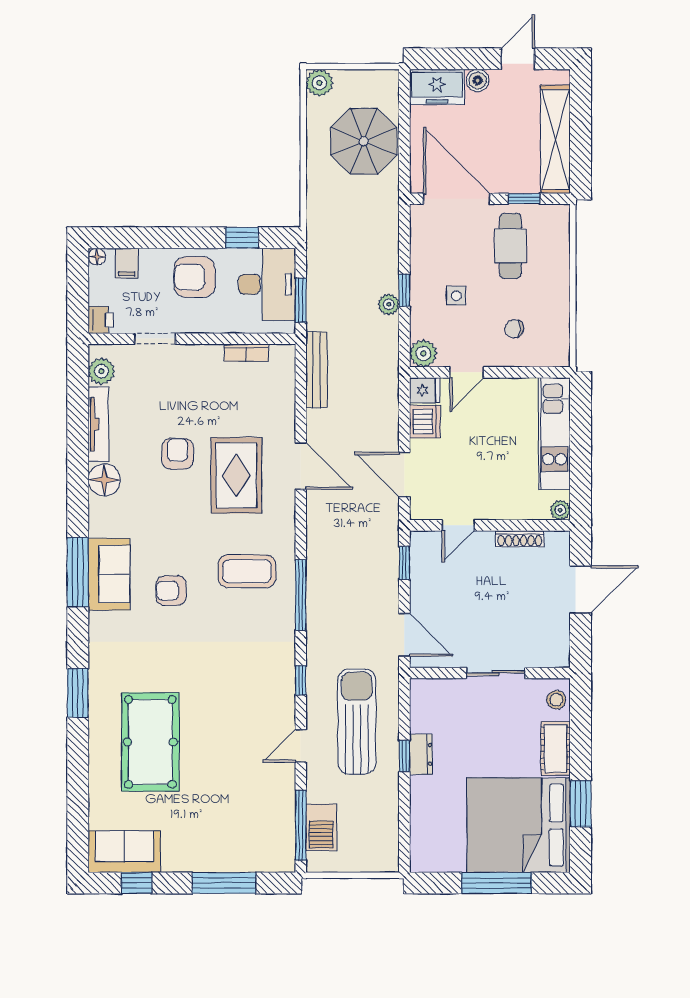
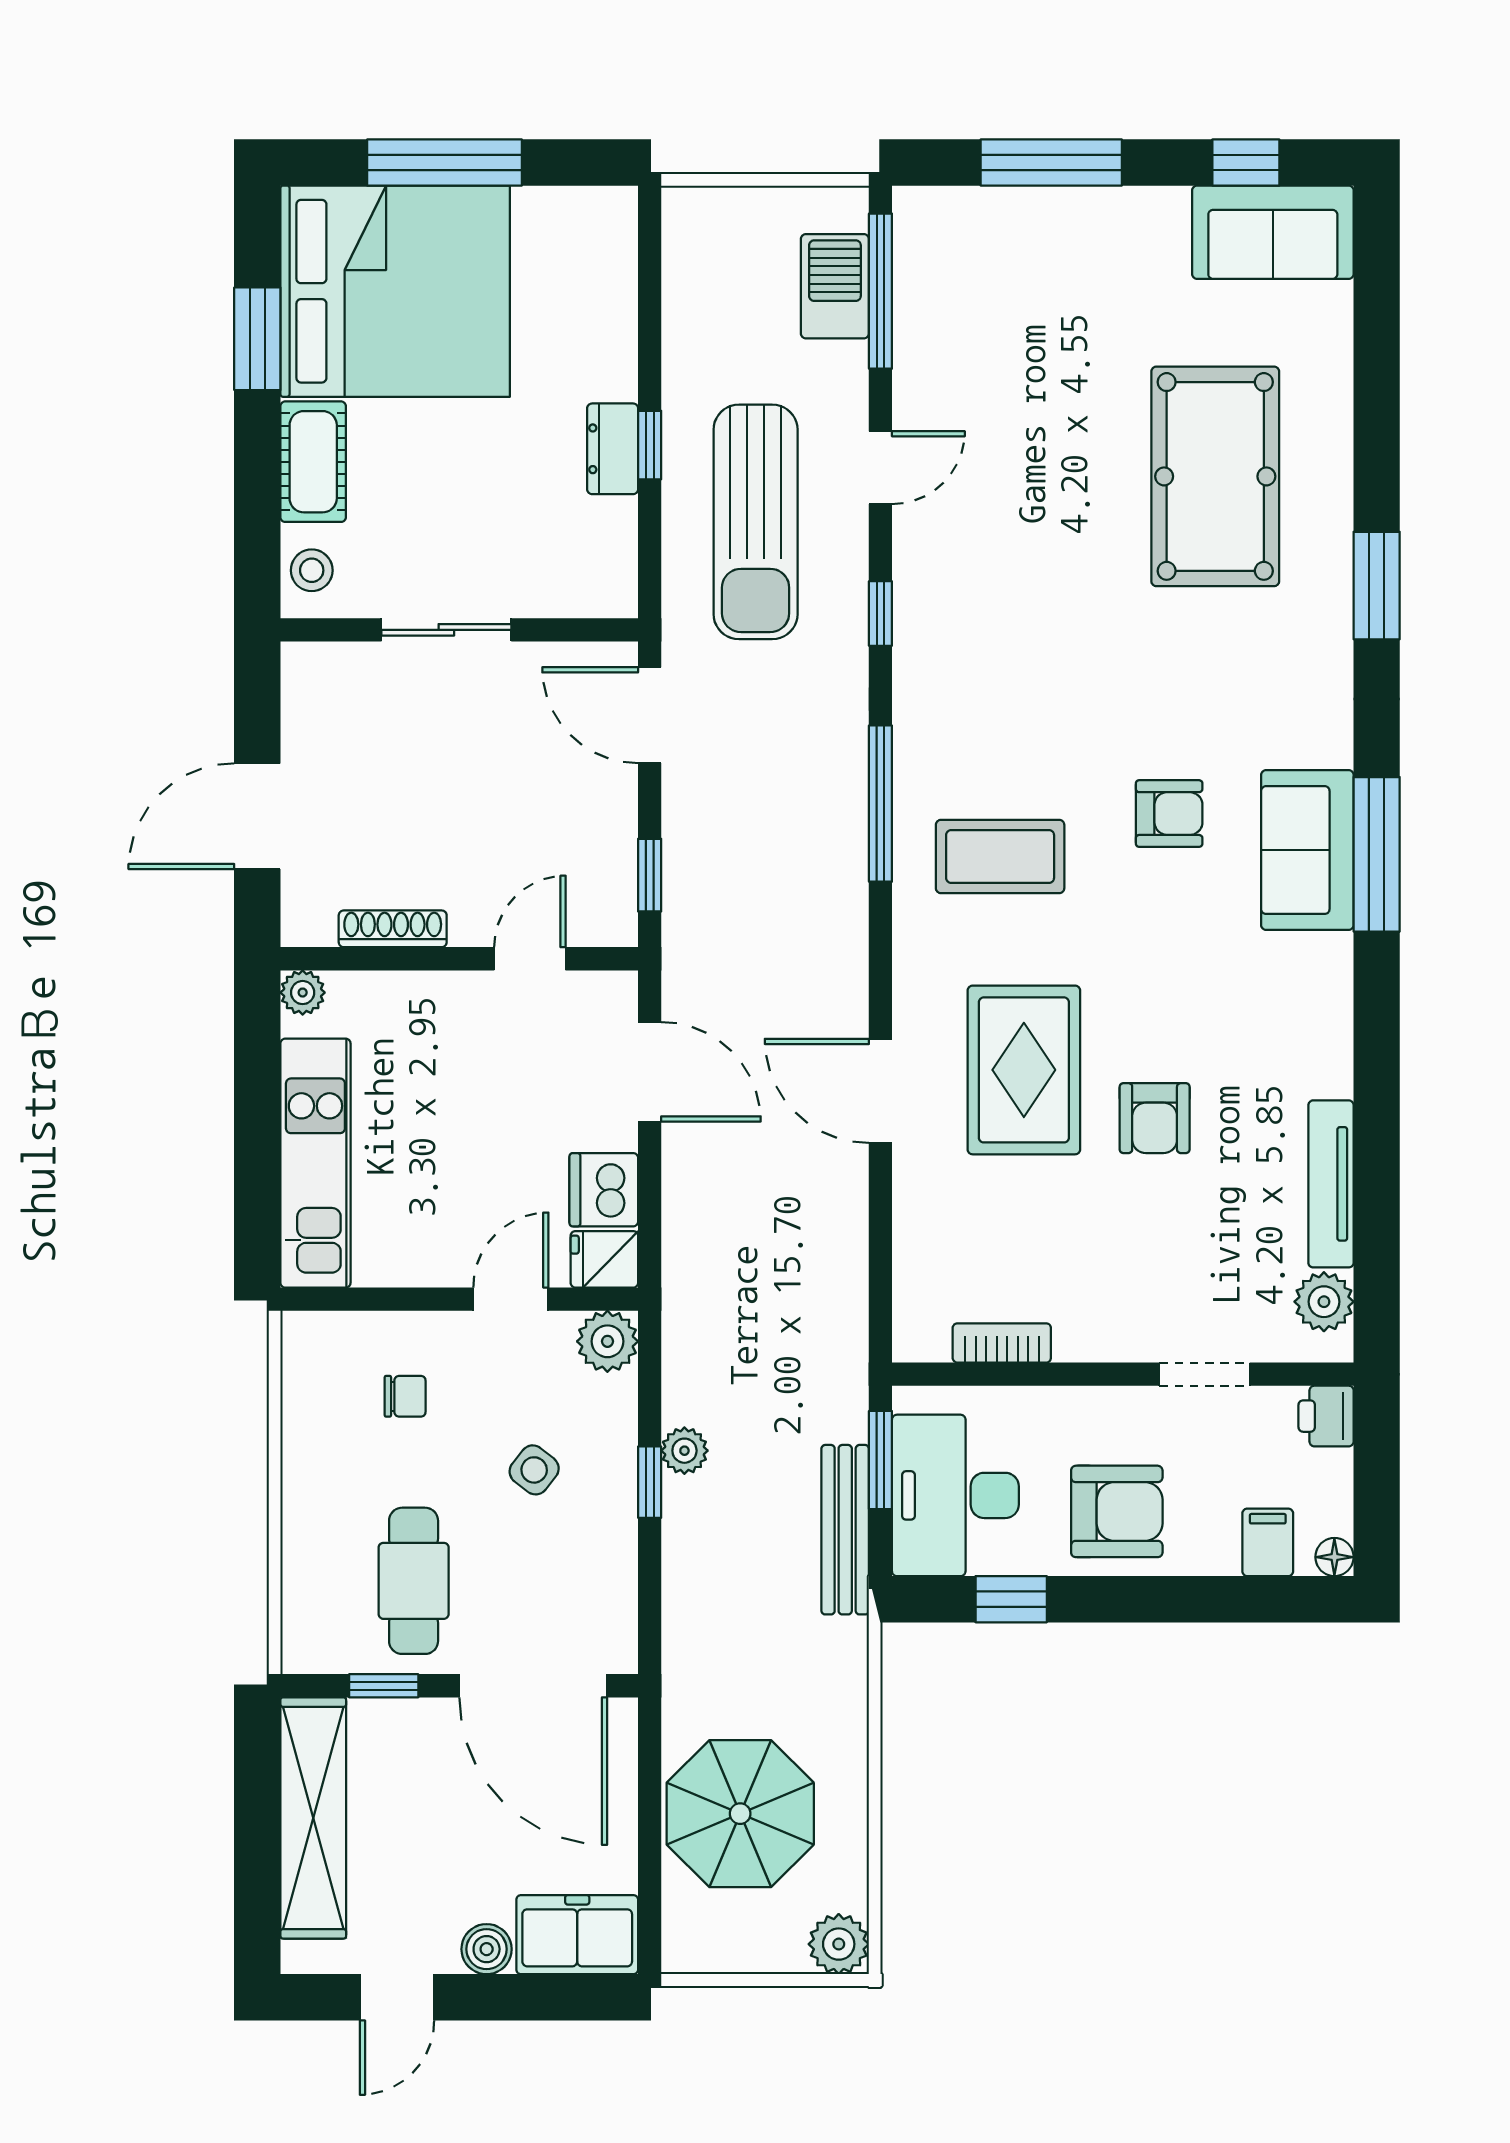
side table: (456, 296) -> (534, 1470), turned 38
bench: (317, 370) -> (845, 1530), moved
floor lamp: (104, 480) -> (1318, 1060), removed

